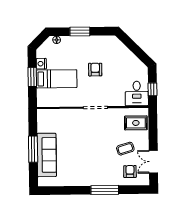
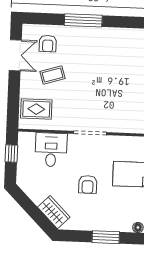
wardrobe: (119, 48) -> (54, 212), added
desk: (137, 93) -> (51, 150), moved

